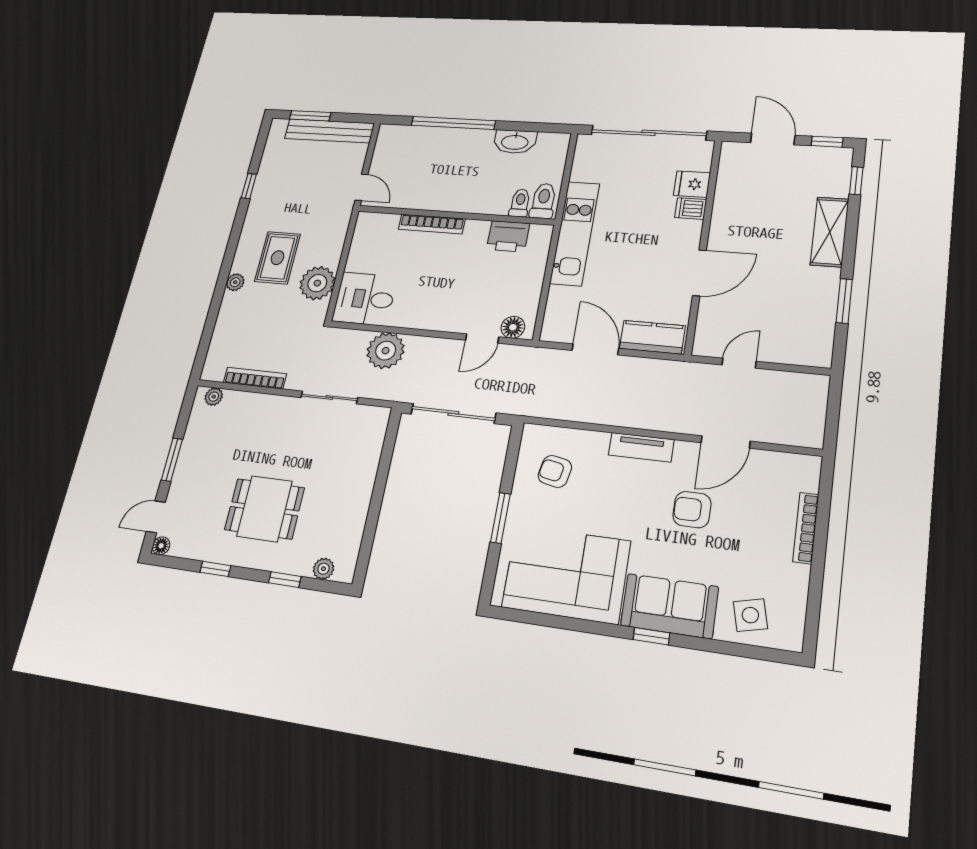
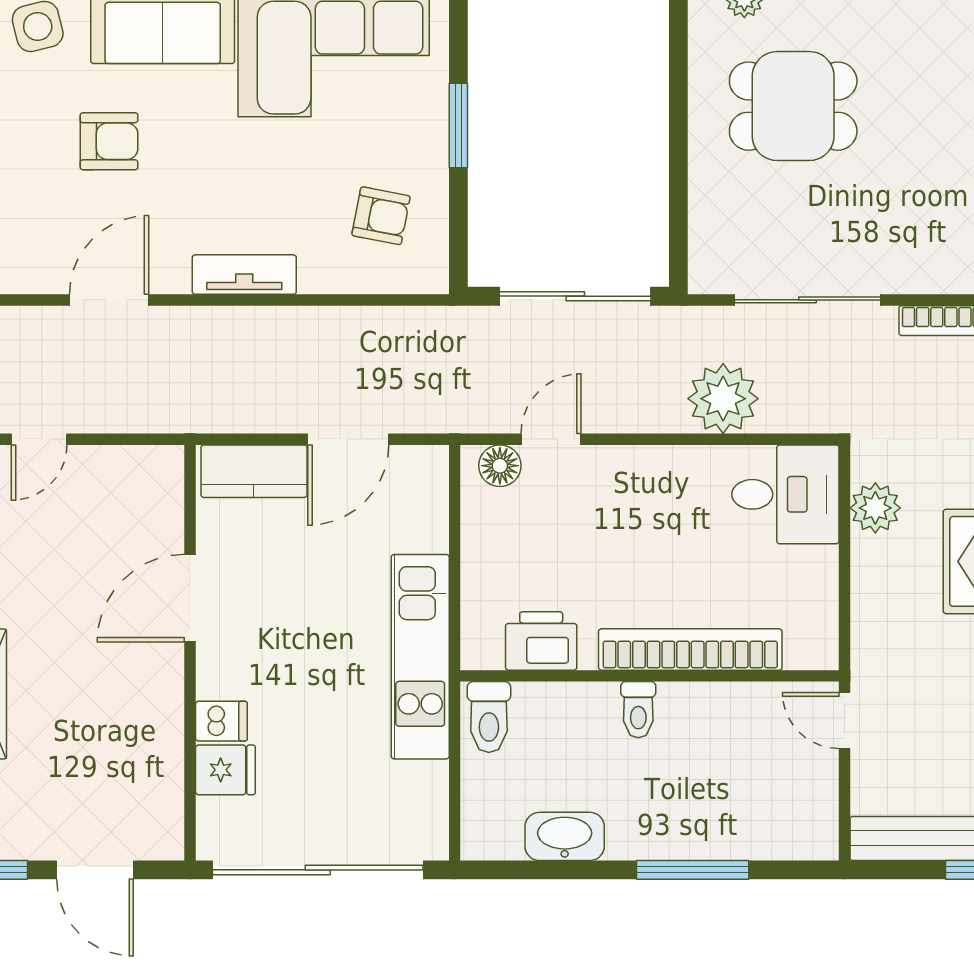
window: (453, 123) -> (693, 870), width x0.68
toilet: (520, 203) -> (638, 710), moved
bookcase: (432, 224) -> (690, 650), width x1.48, depth x1.31
plant: (317, 283) -> (875, 508), width x0.73, depth x0.73
door: (595, 349) -> (348, 439), hinge flipped
door: (739, 363) -> (39, 439), moved
sliding door: (329, 397) -> (808, 300), width x1.37
dining table: (264, 509) -> (793, 106), moved
armchair: (692, 510) -> (109, 141), moved

